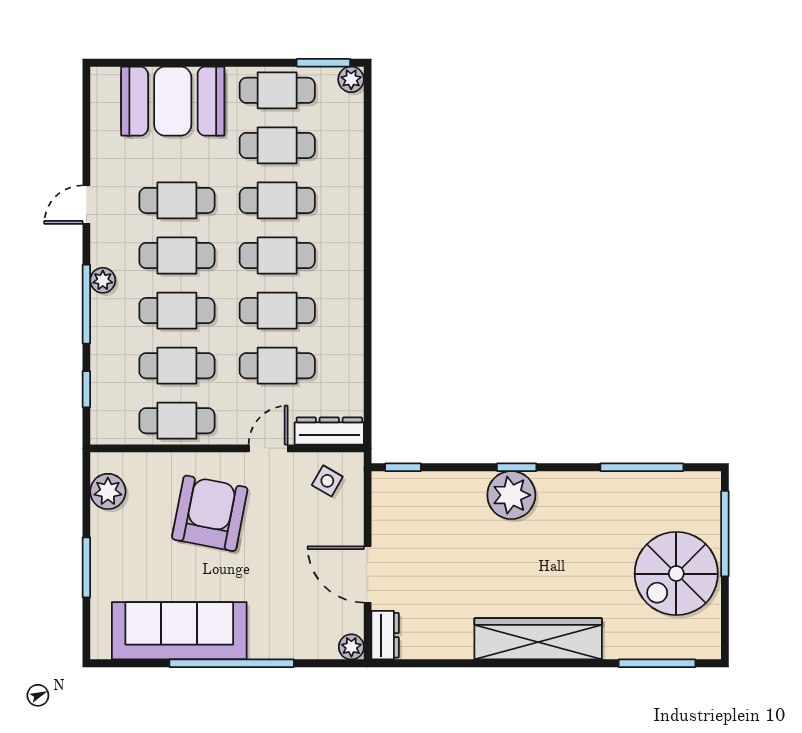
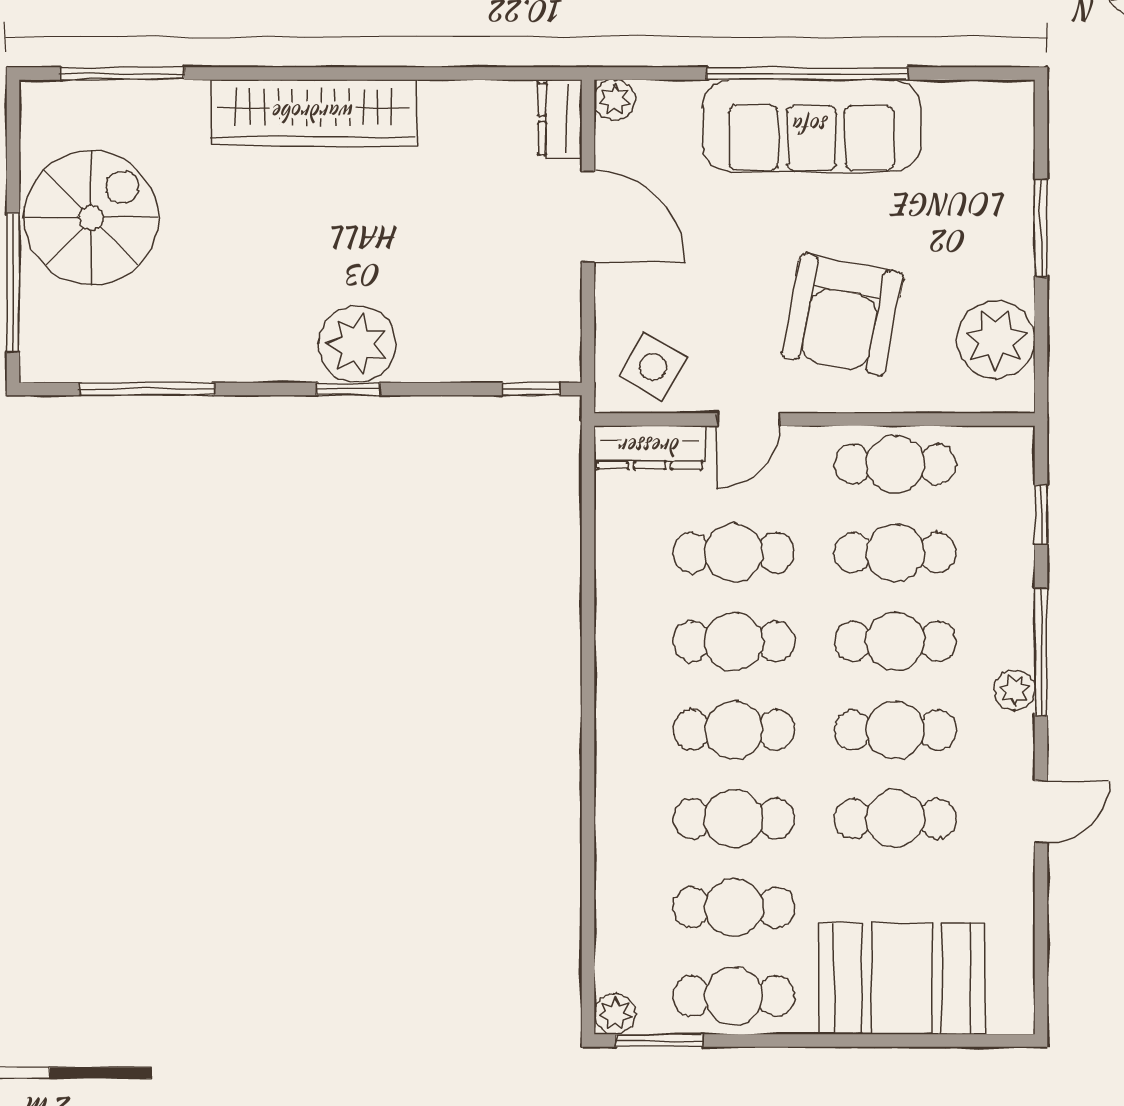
side table: (327, 481) -> (653, 367), width x1.37, depth x1.37
plant: (108, 491) -> (996, 340), width x1.36, depth x1.36
sofa: (179, 631) -> (811, 126), moved

